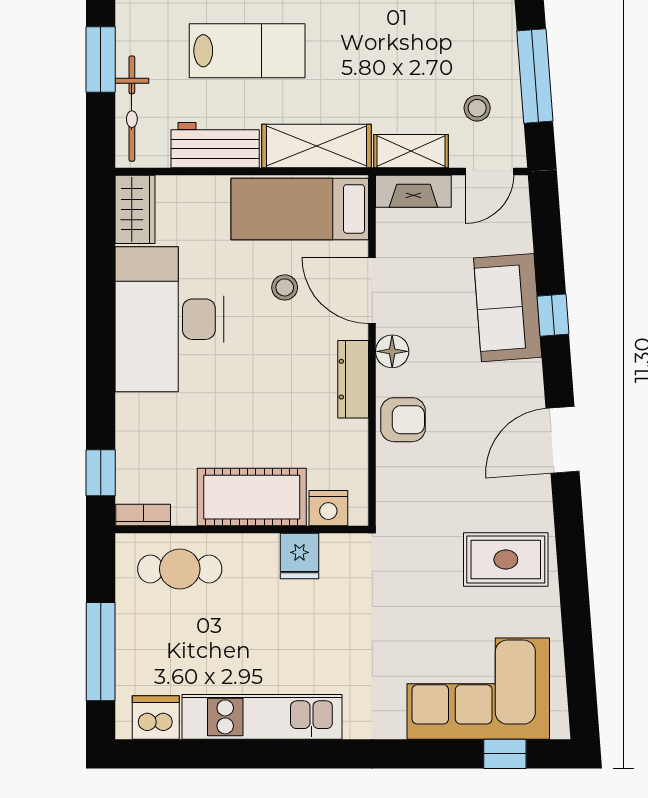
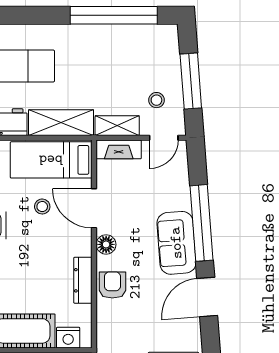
sofa: (508, 308) -> (176, 243), moved
window: (553, 315) -> (202, 223), width x3.17
dresser: (353, 379) -> (83, 280), moved
armchair: (403, 420) -> (112, 285), turned -90

